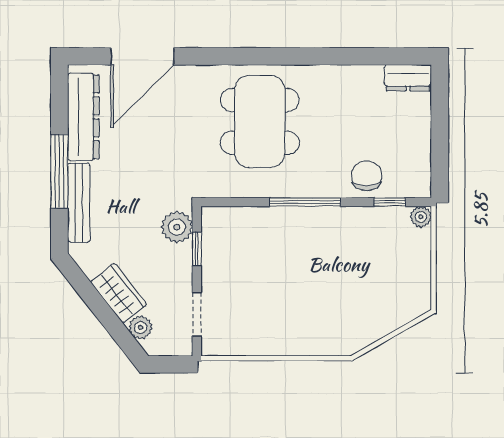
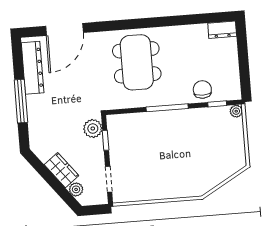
bench: (79, 203) -> (34, 119), removed

